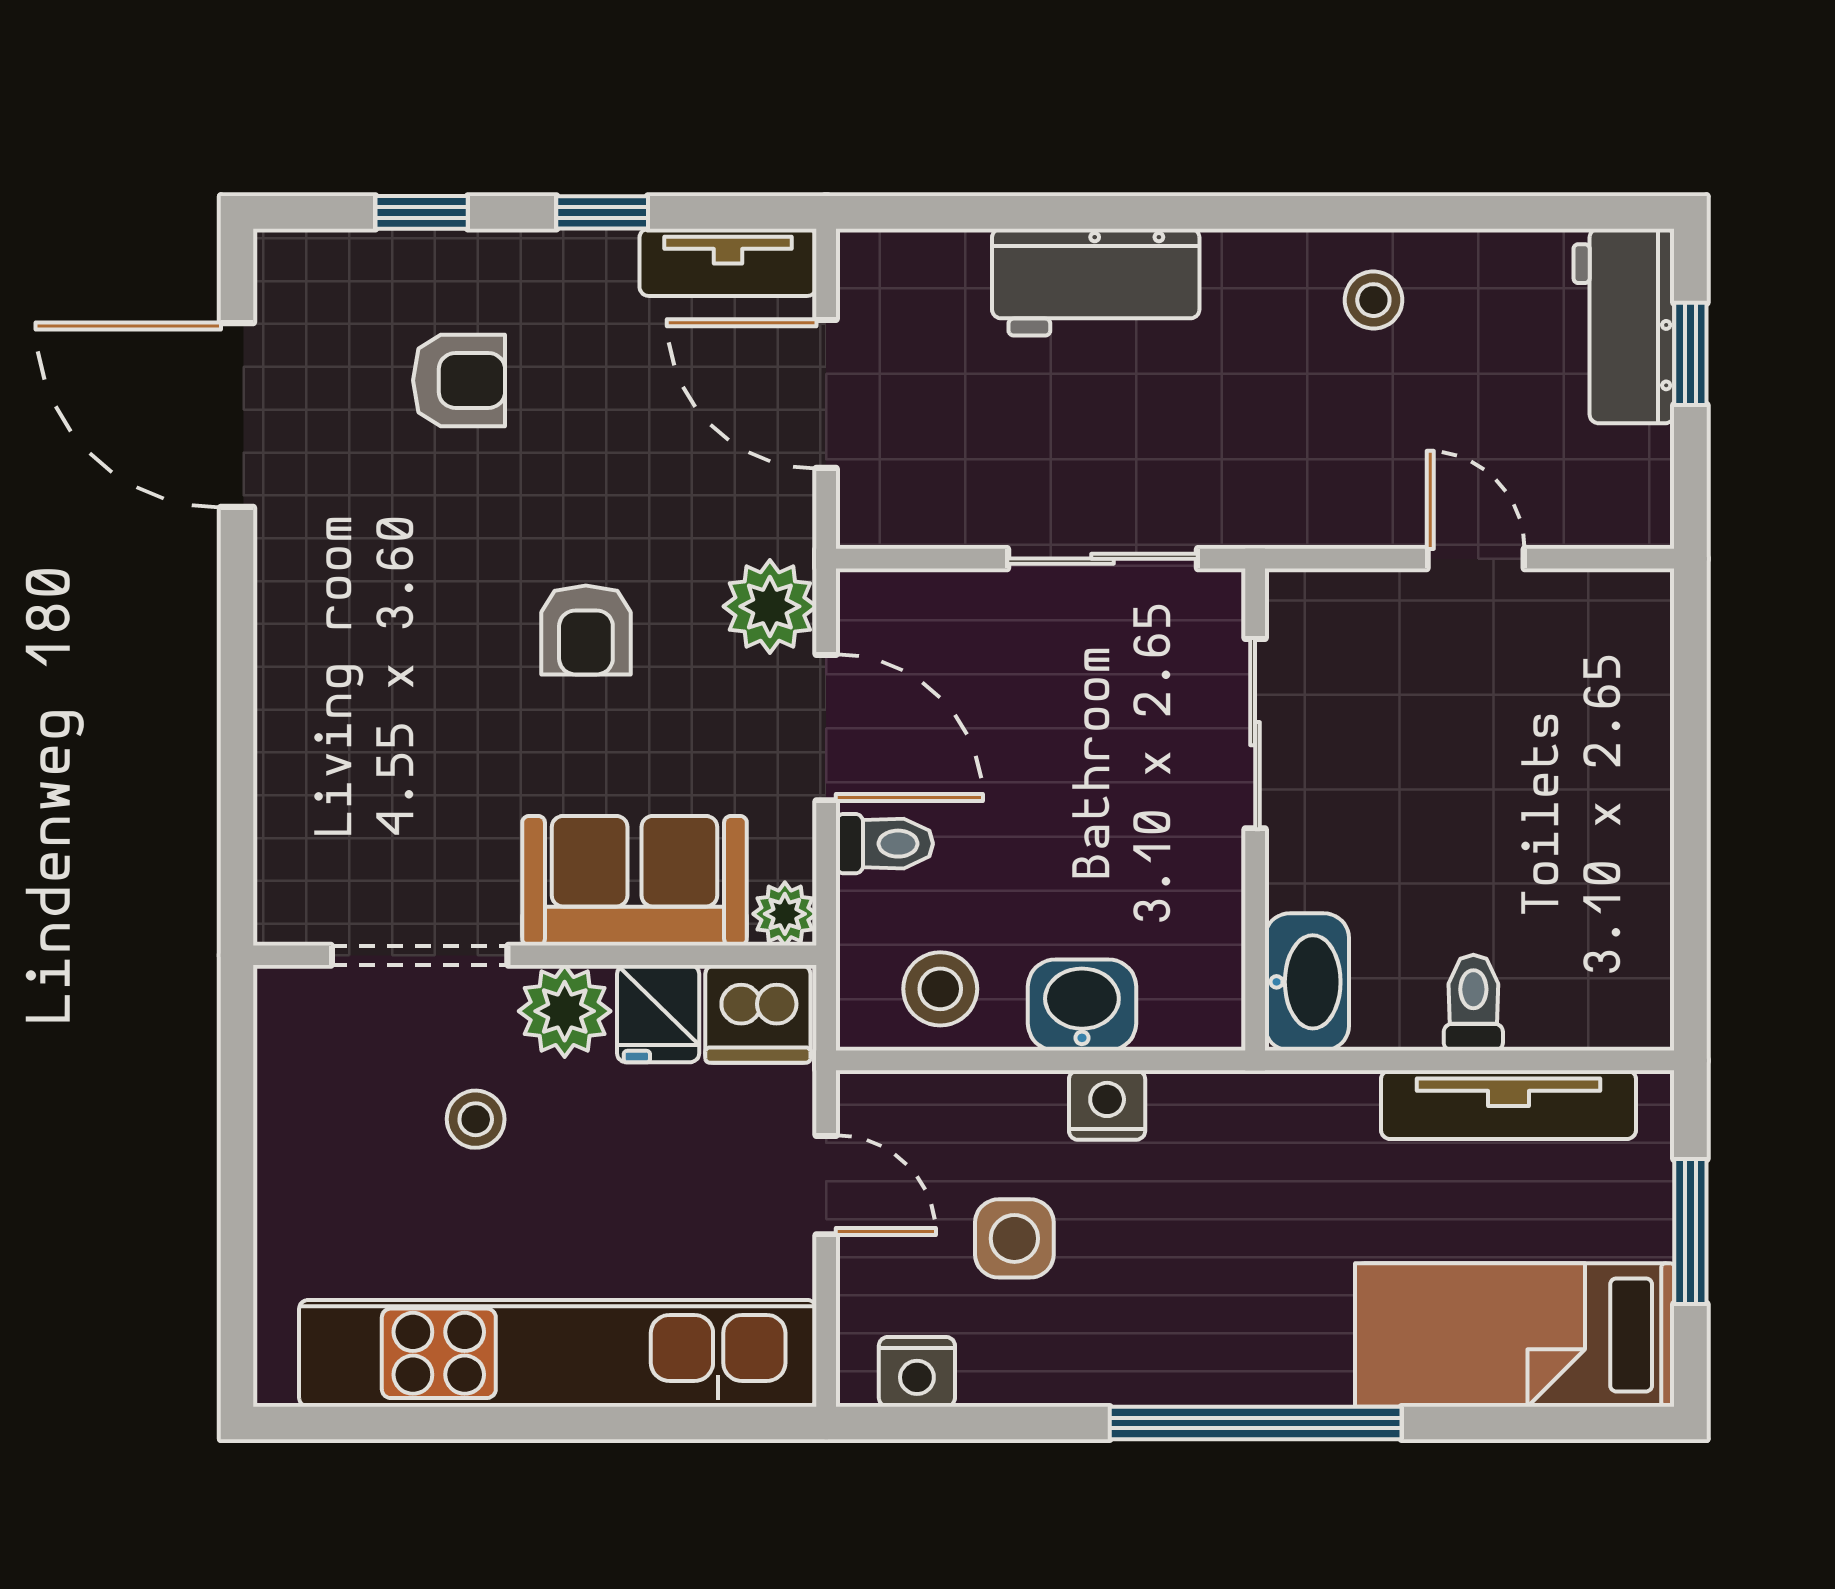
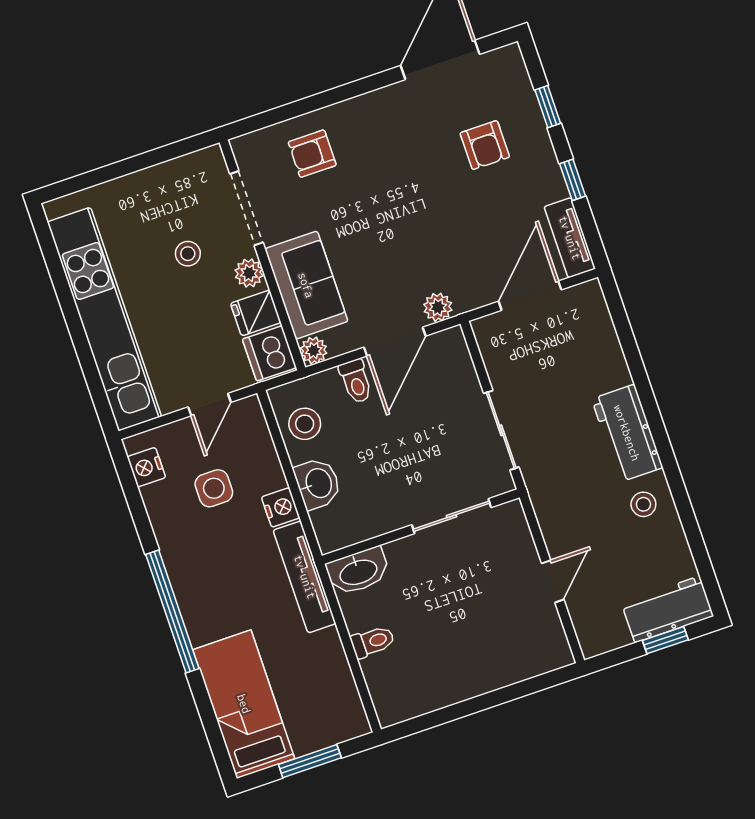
workbench: (1096, 282) -> (627, 433), moved
plant: (770, 606) -> (438, 307), width x0.73, depth x0.73
armchair: (586, 630) -> (312, 154), moved
plant: (565, 1011) -> (249, 273), width x0.73, depth x0.73
tv unit: (1508, 1105) -> (305, 577), moved

